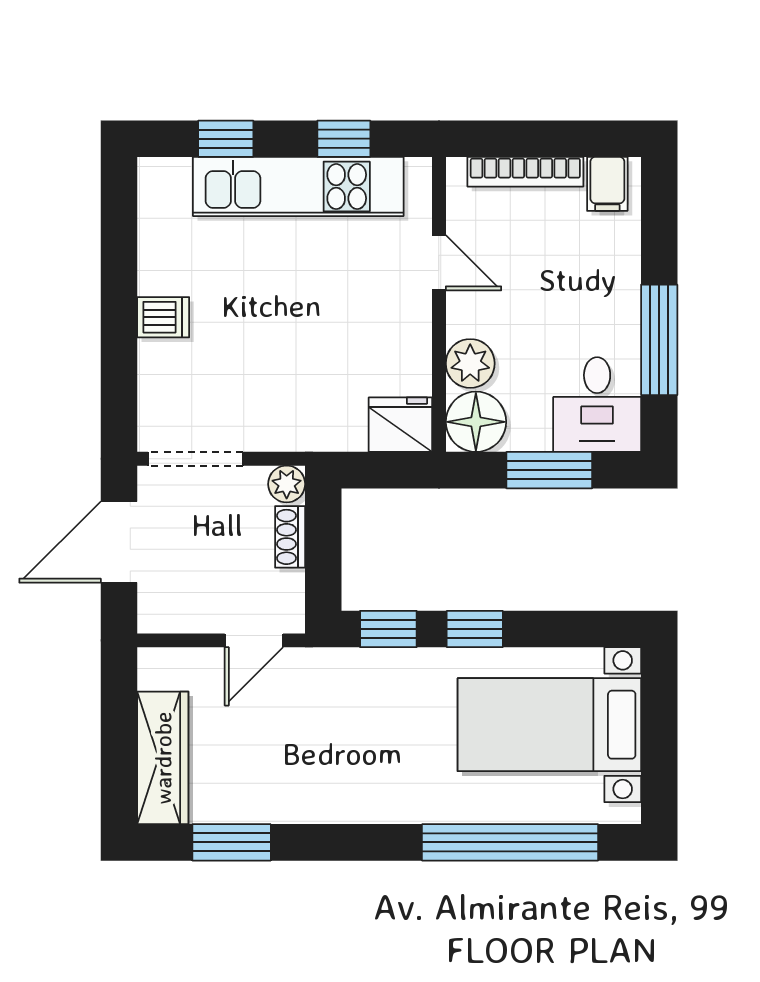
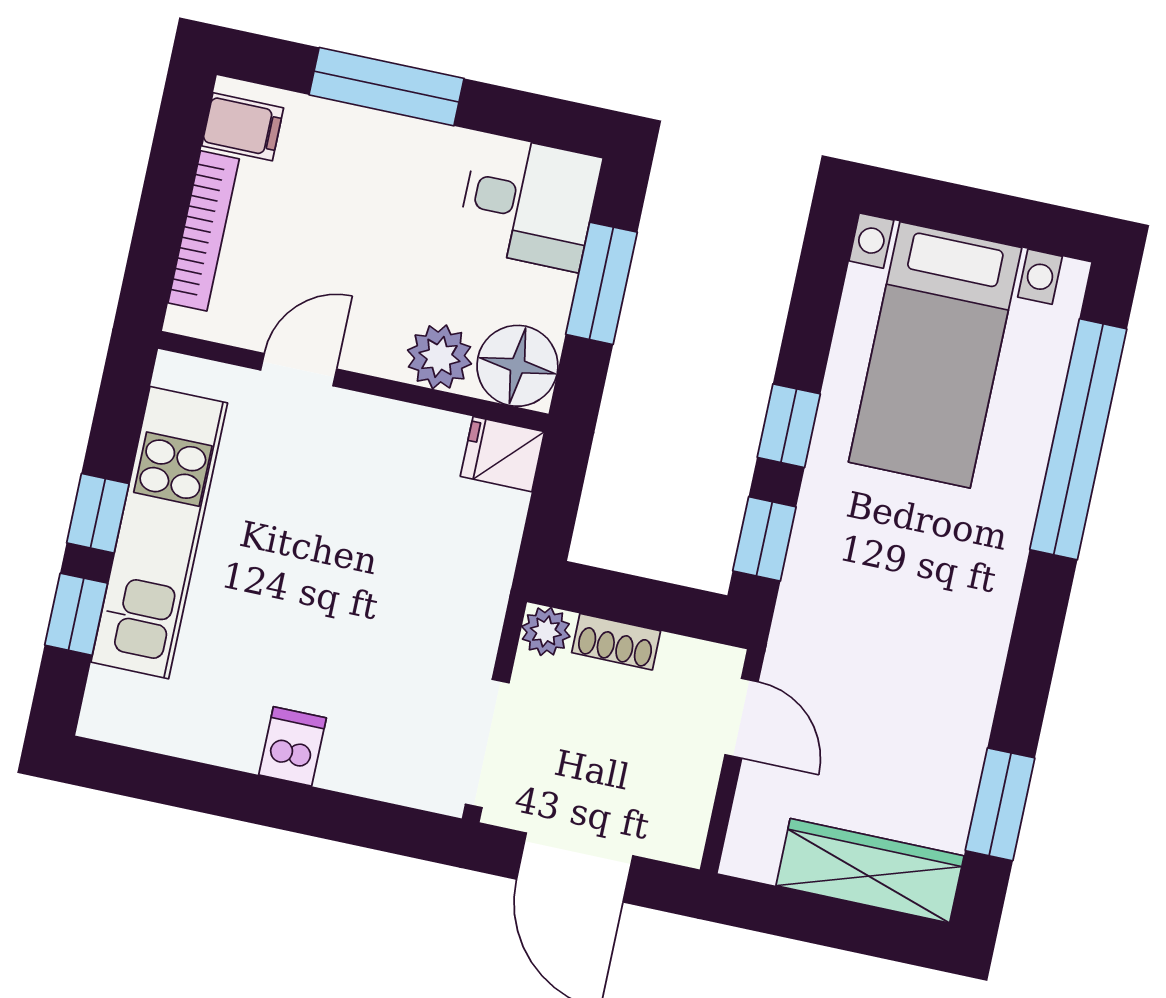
window: (344, 139) -> (98, 513), moved
window: (659, 340) -> (387, 87), moved
fridge: (400, 425) -> (502, 454), width x0.72

